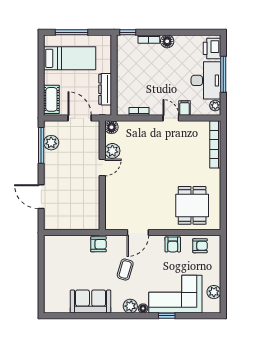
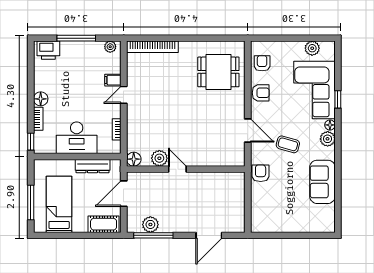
desk: (206, 80) -> (77, 138), moved, turned 180

